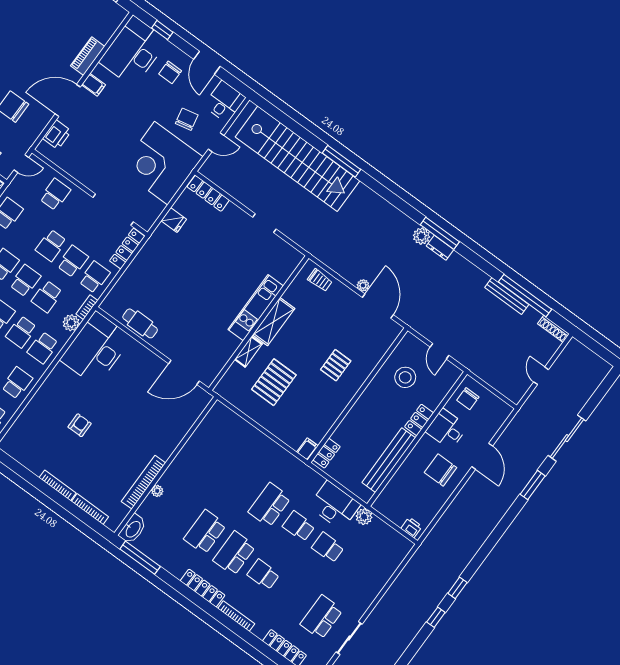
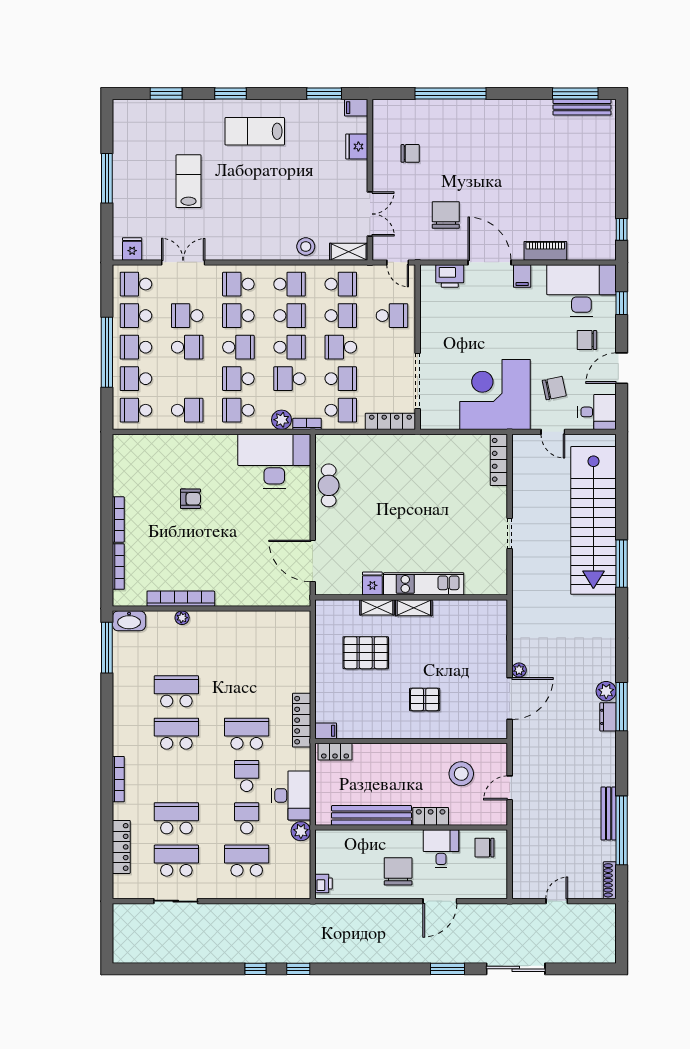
fridge: (174, 220) -> (372, 584), moved, turned 180
school desk: (29, 230) -> (341, 316), added
trolley: (320, 280) -> (494, 626), removed
shelving: (274, 322) -> (414, 608), width x0.67, depth x0.75
school desk: (357, 569) -> (247, 861), added
school desk: (263, 575) -> (176, 818), moved, width x1.85
locker: (203, 588) -> (302, 720), moved, turned 180

